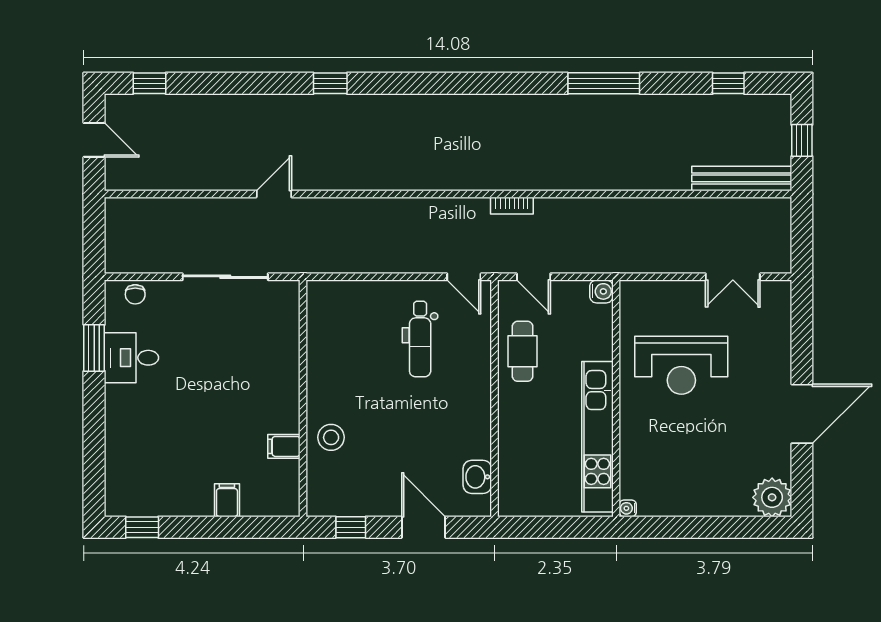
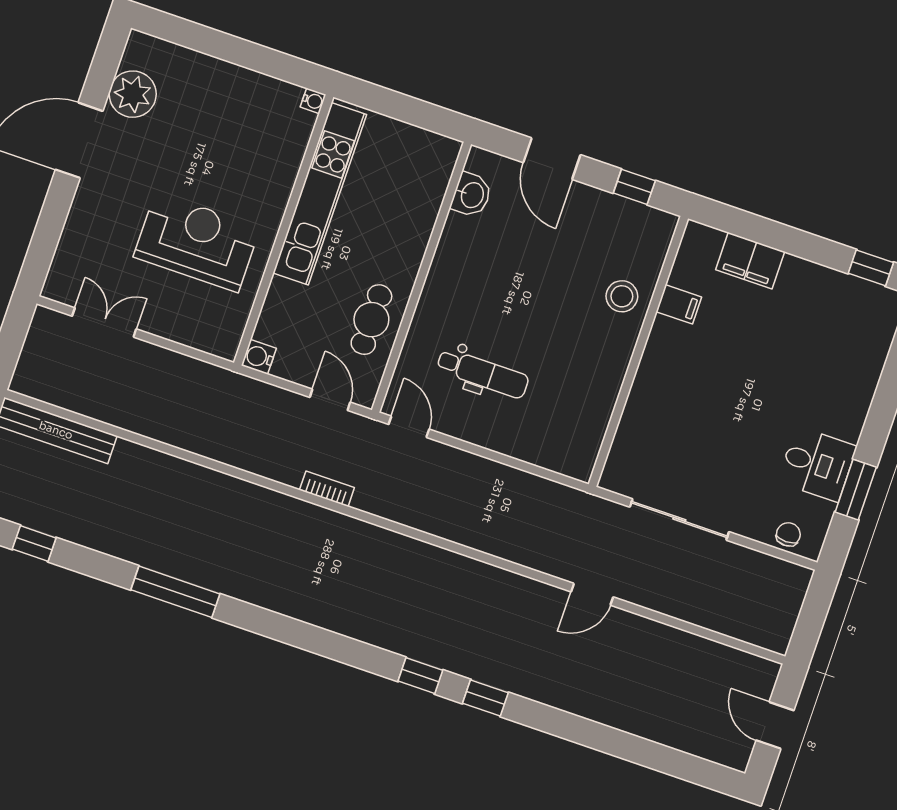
window: (149, 83) -> (420, 676), moved
dental chair: (420, 339) -> (483, 373), turned 90
plant: (772, 497) -> (133, 94), moved
filing cabinet: (227, 500) -> (750, 261), width x2.00

